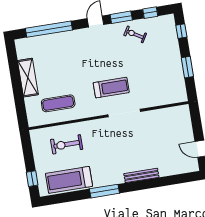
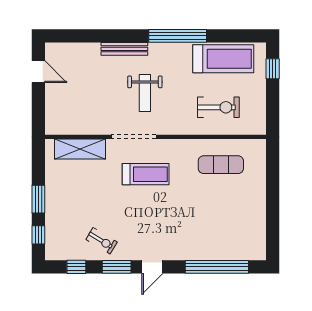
window: (187, 67) -> (38, 199), moved
shelving: (28, 78) -> (80, 149), moved, turned 90
treadmill: (111, 88) -> (146, 174), turned 180
weight bench: (121, 146) -> (145, 93), added
window: (104, 191) -> (178, 36), width x1.46

